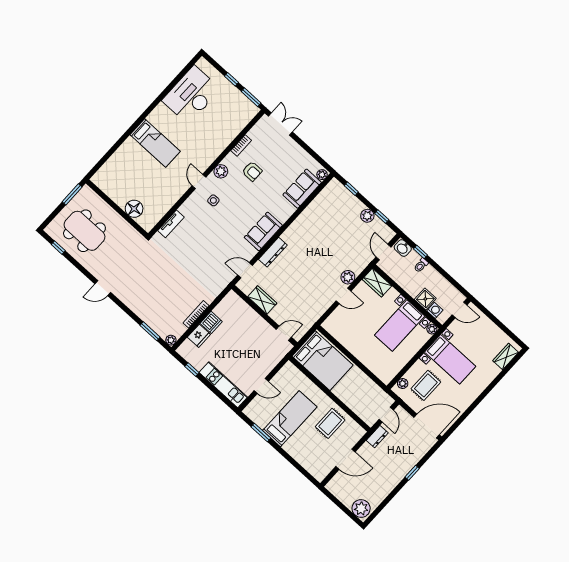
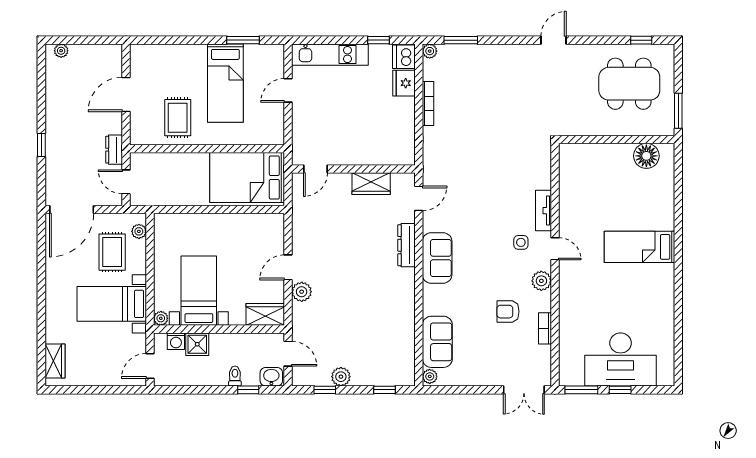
desk: (191, 95) -> (621, 360), moved, turned 90
floor lamp: (134, 209) -> (646, 156), moved
tv unit: (171, 224) -> (543, 211), moved
dishwasher: (211, 322) -> (404, 57), moved
plant: (361, 508) -> (61, 51), width x0.53, depth x0.53

